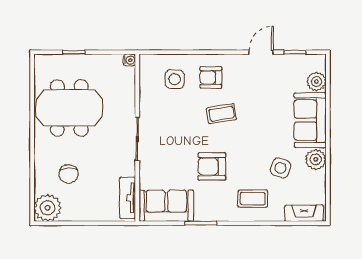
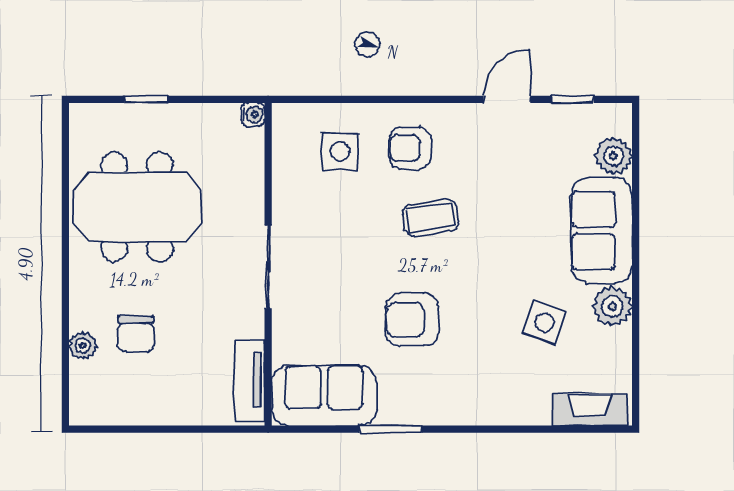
coffee table: (253, 199) -> (491, 382), removed
plant: (48, 208) -> (83, 346), moved, width x0.53, depth x0.53

